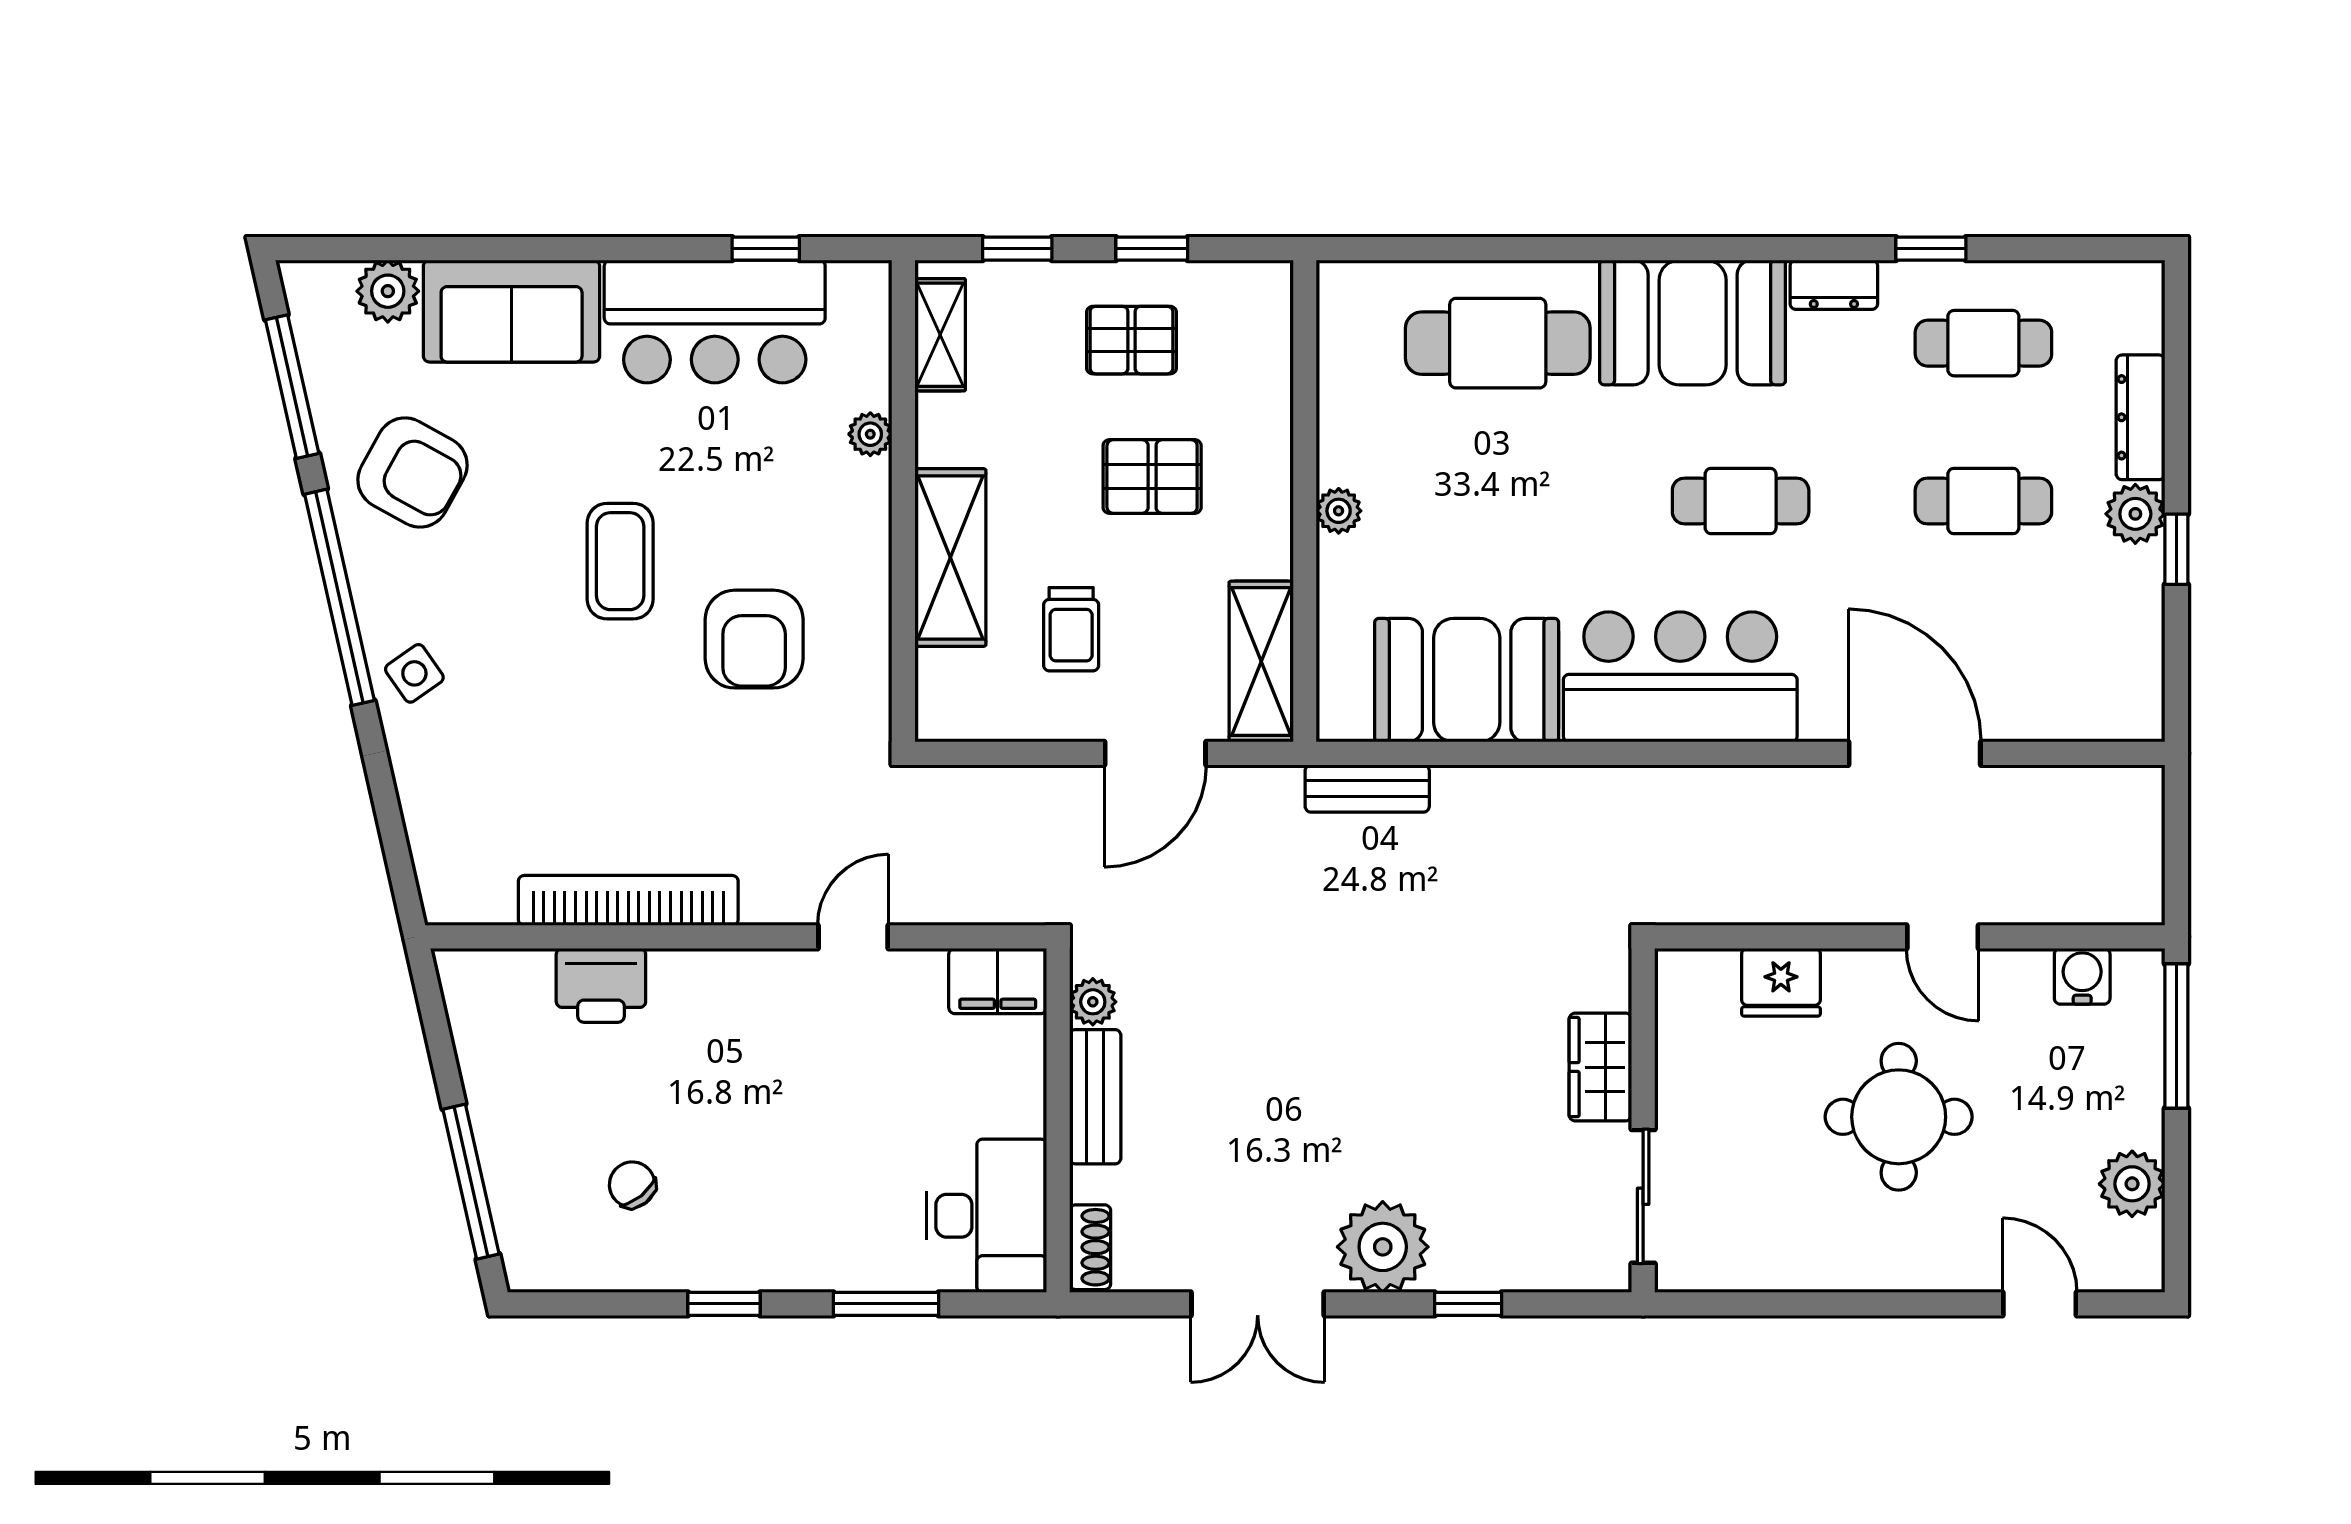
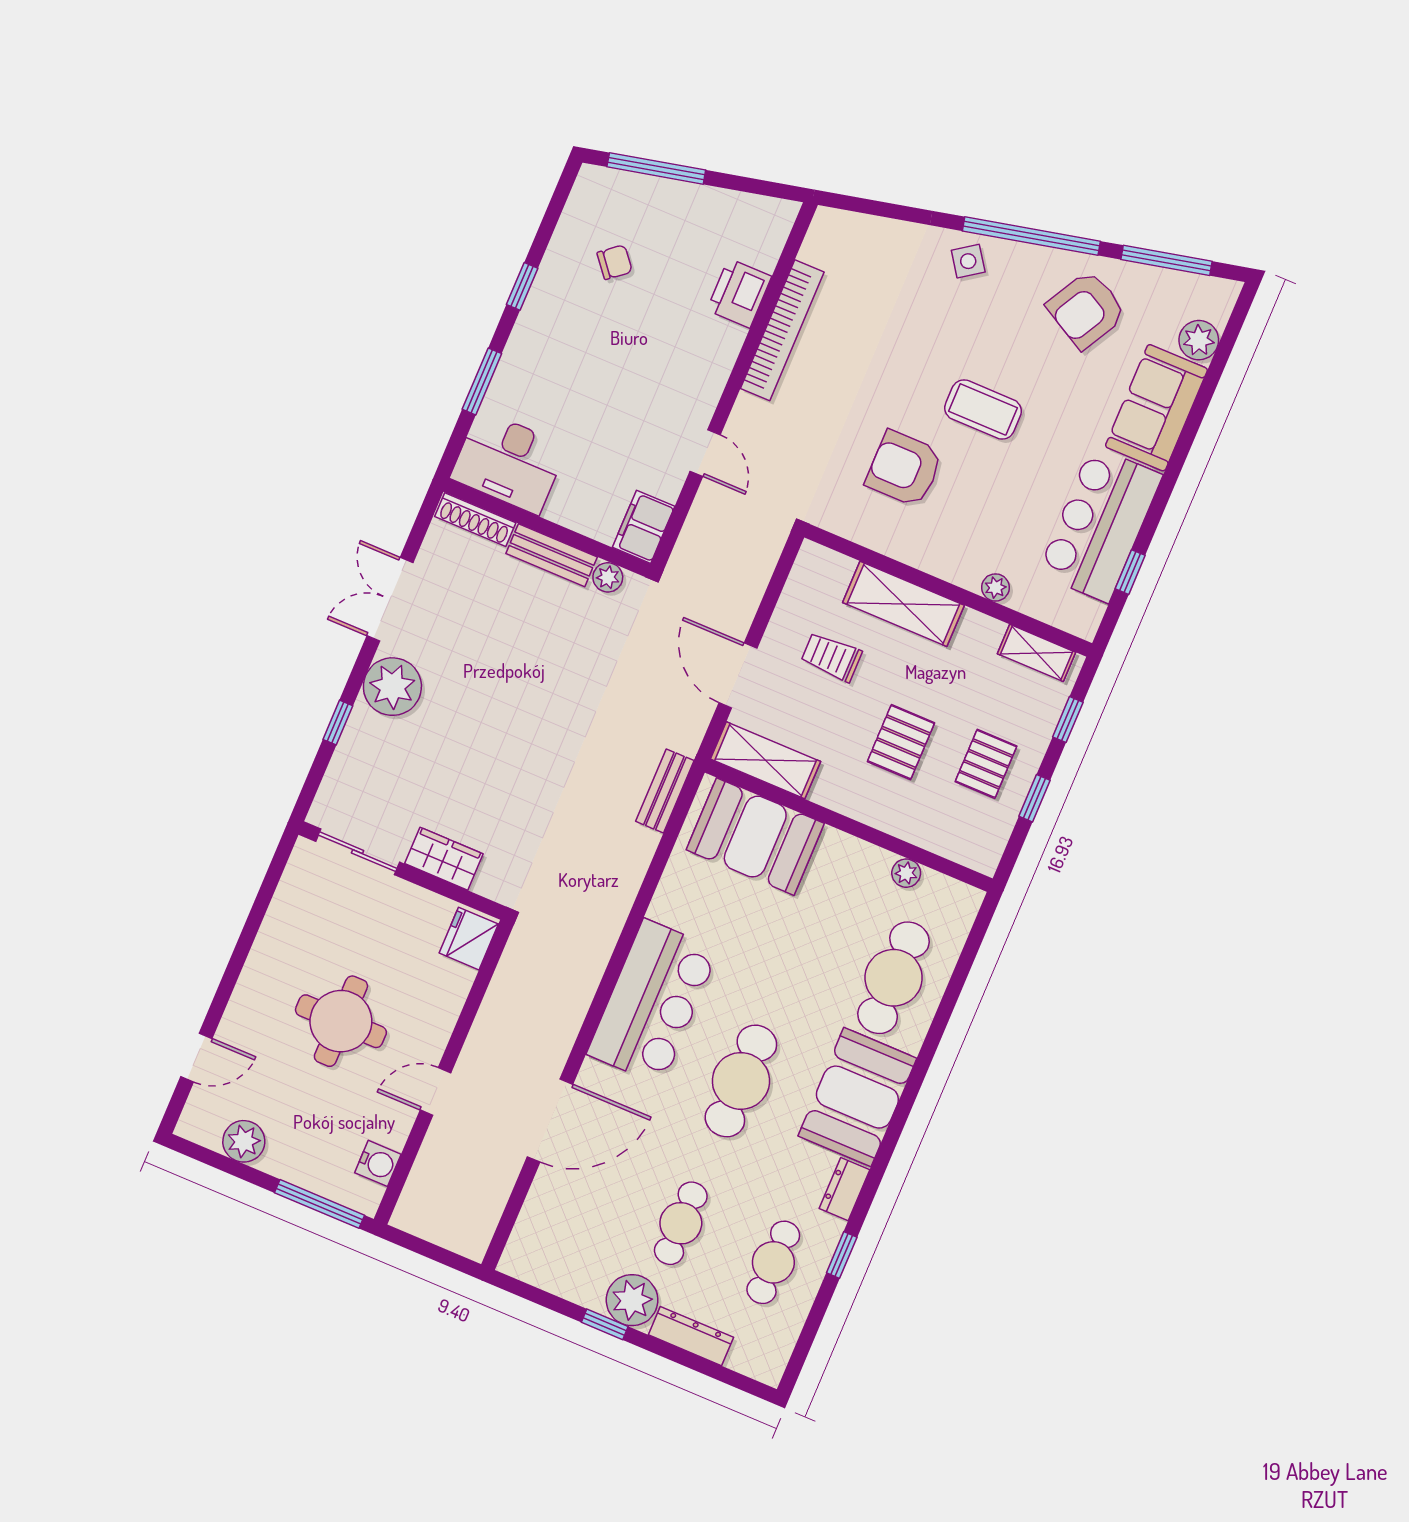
cafe table: (1741, 501) -> (741, 1081), width x1.37, depth x1.35
plant: (1339, 511) -> (906, 873), moved
plant: (2135, 514) -> (632, 1300), width x1.36, depth x1.36
booth: (1467, 680) -> (755, 837), moved, turned 90
fridge: (1781, 982) -> (469, 939), moved
shoe rack: (1090, 1247) -> (475, 520), width x1.43

